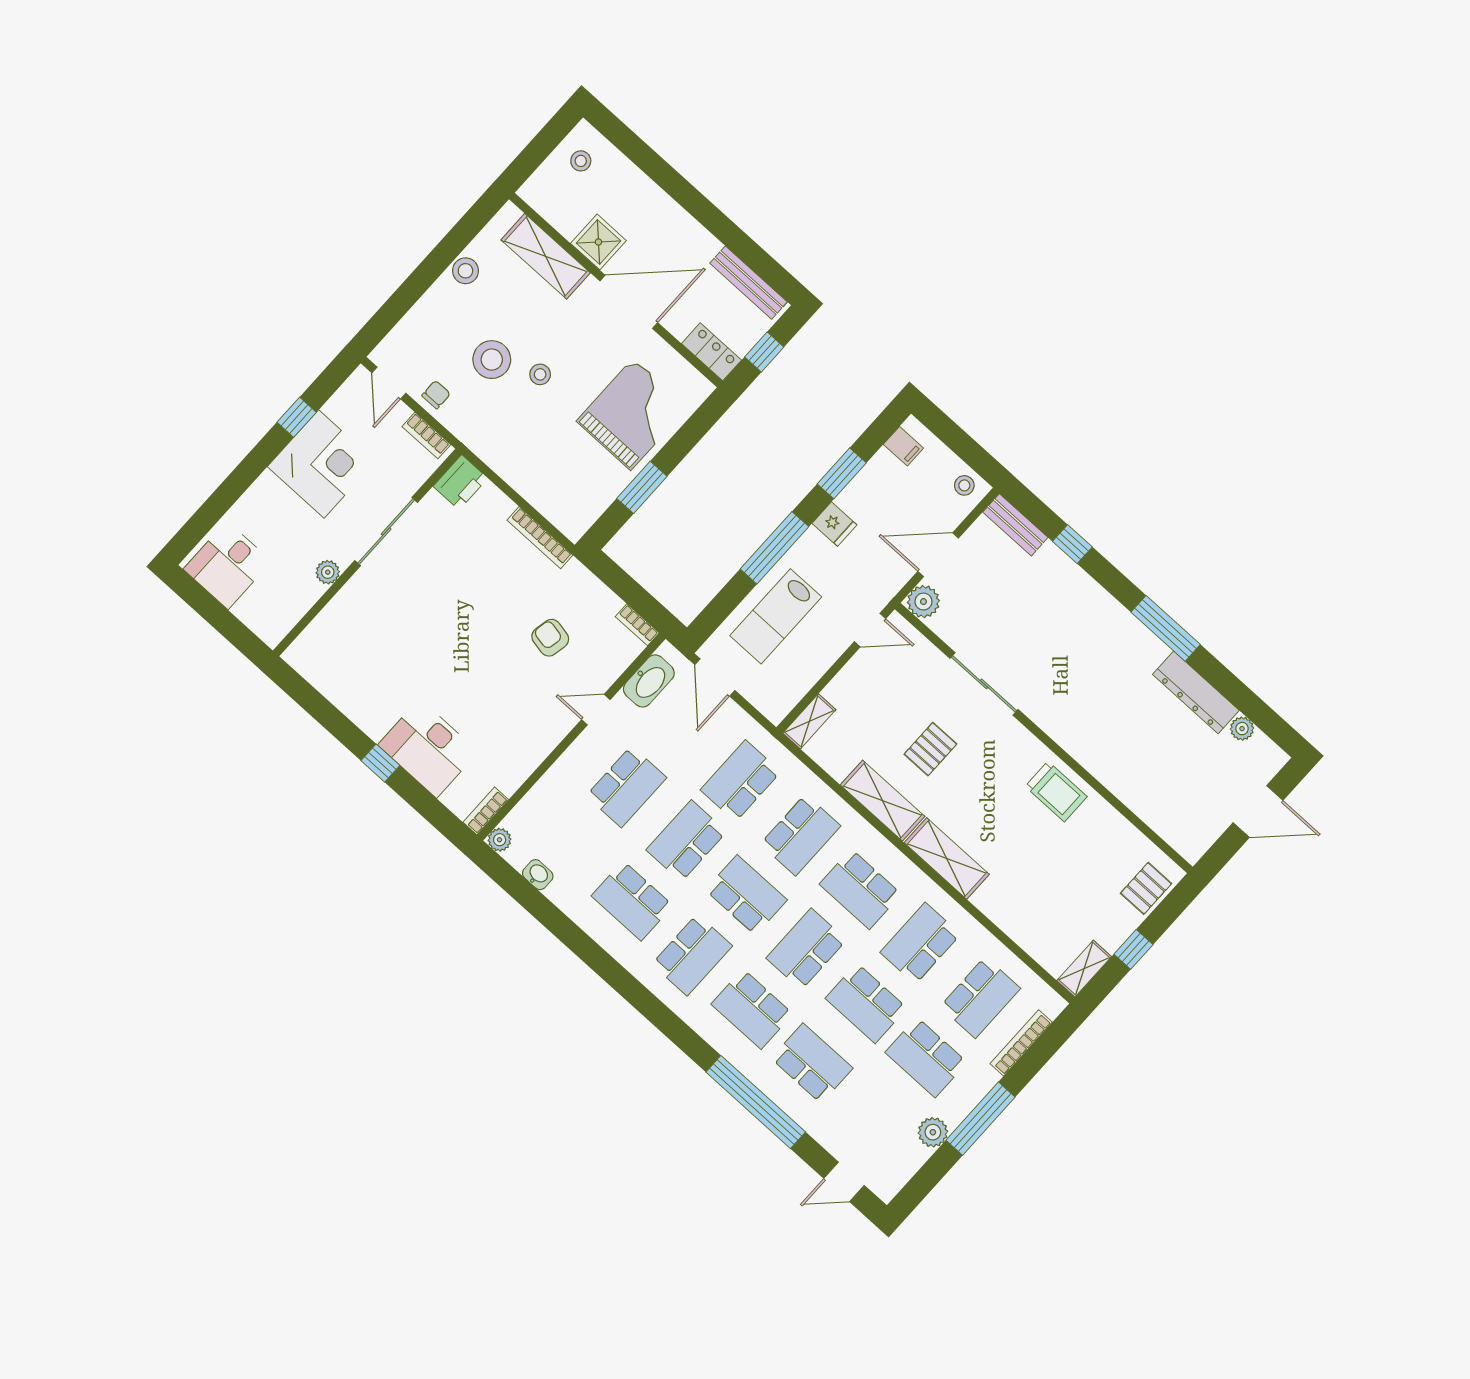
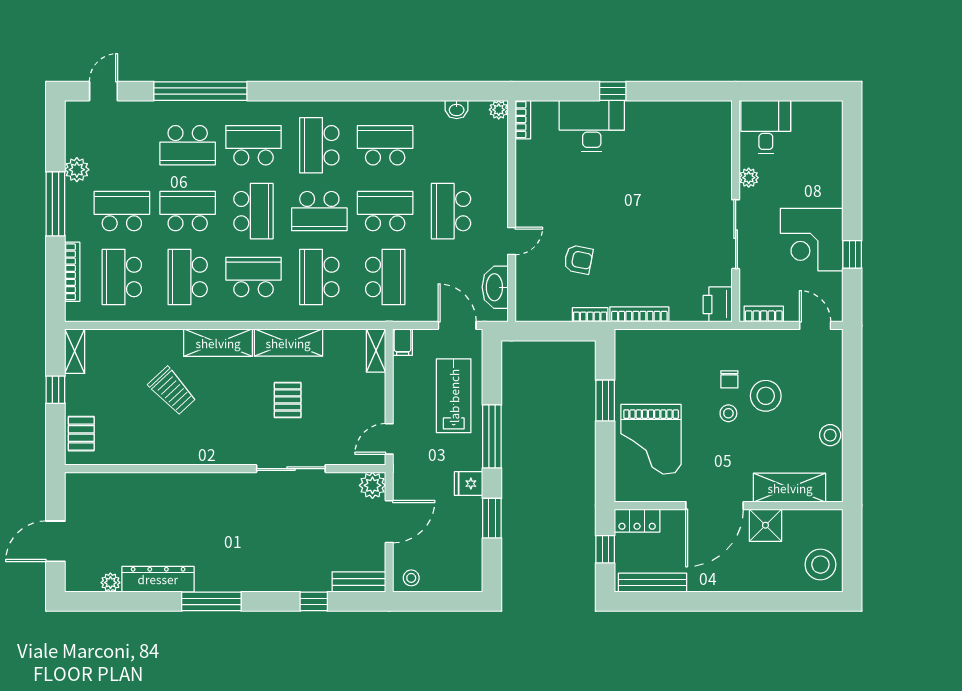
stool: (581, 161) -> (820, 565), width x1.89, depth x1.89
chair: (436, 395) -> (729, 379), moved
filing cabinet: (903, 446) -> (403, 342), moved, turned -90
desk: (227, 565) -> (766, 127), moved
bookcase: (637, 625) -> (590, 315), moved
trolley: (1056, 792) -> (172, 391), moved, turned -133
school desk: (686, 841) -> (385, 211), turned -90
school desk: (920, 943) -> (188, 277), turned 180

